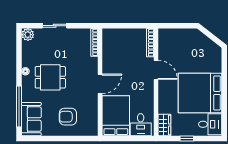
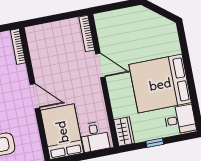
door: (100, 84) -> (35, 96), hinge flipped

